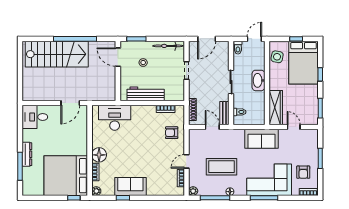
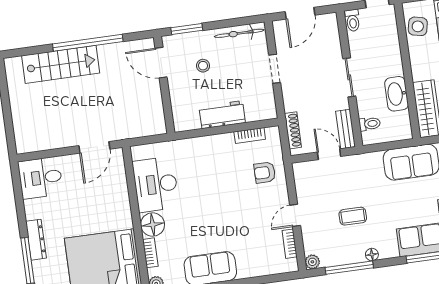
stairs: (57, 54) -> (61, 64), width x0.73, depth x0.66
washbasin: (258, 80) -> (397, 94), moved
workbench: (146, 94) -> (222, 115), width x0.73
desk: (115, 118) -> (156, 184), moved, turned -90
coffee table: (221, 167) -> (353, 216), width x0.54, depth x0.58

